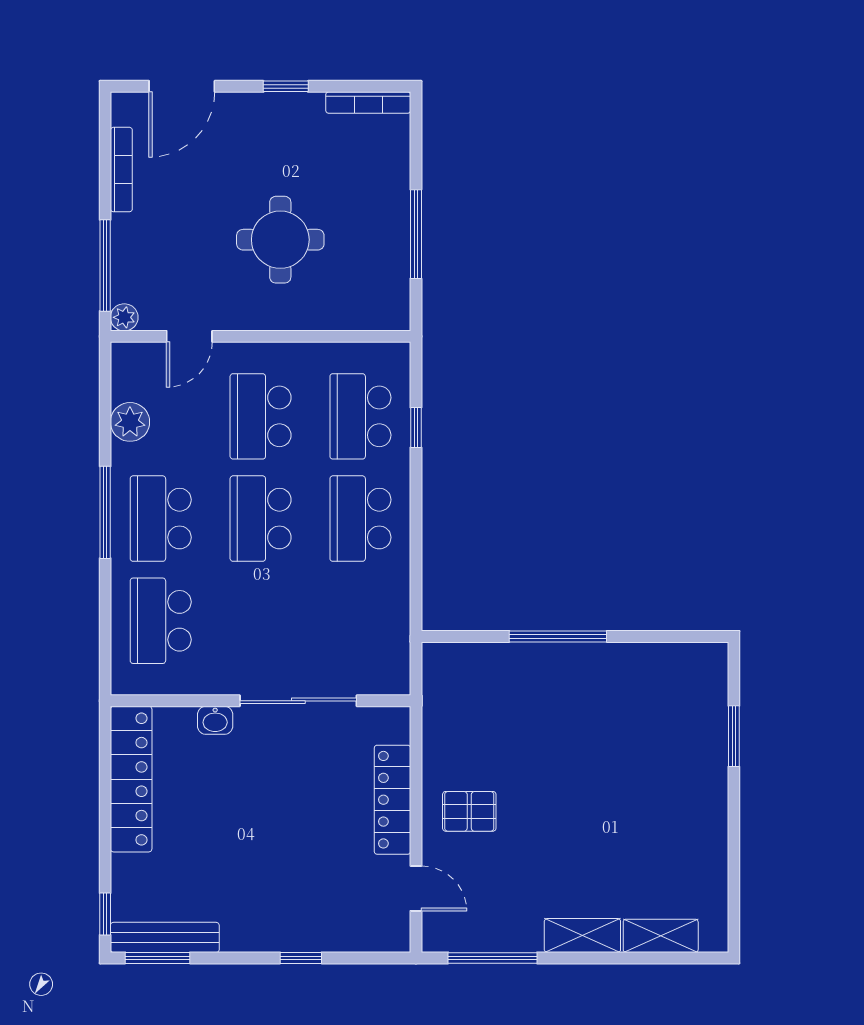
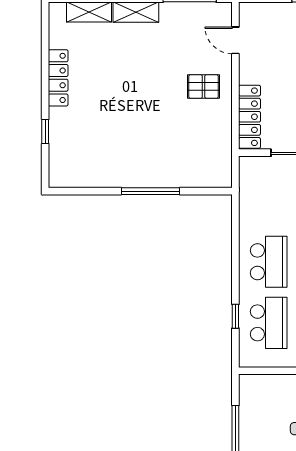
window: (734, 736) -> (45, 131), width x0.67
locker: (392, 800) -> (249, 117), moved
locker: (712, 826) -> (58, 78), added

